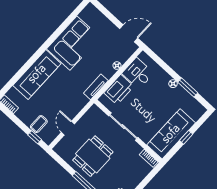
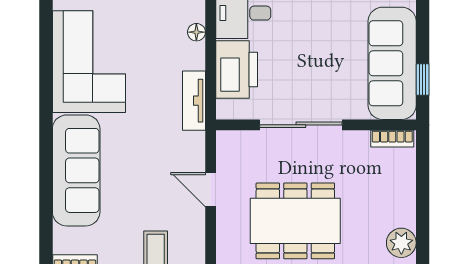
door: (68, 128) -> (211, 190), moved
window: (186, 137) -> (423, 80), moved
dining table: (93, 156) -> (295, 221), width x1.38

